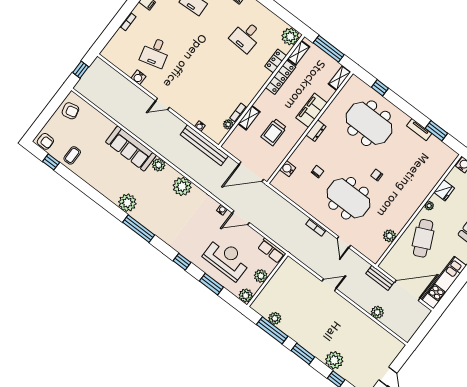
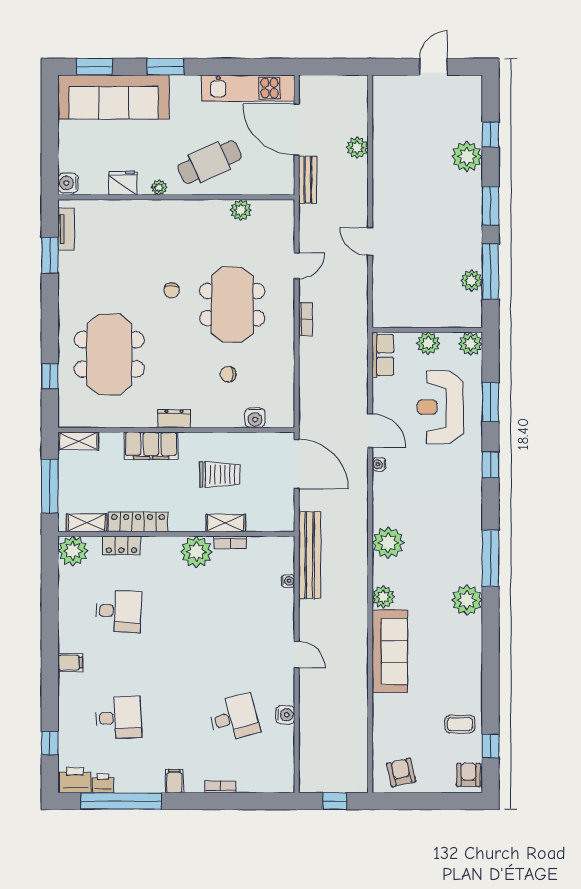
plant: (228, 124) -> (196, 552), moved, width x1.87, depth x1.87
tv unit: (419, 130) -> (66, 229), moved

